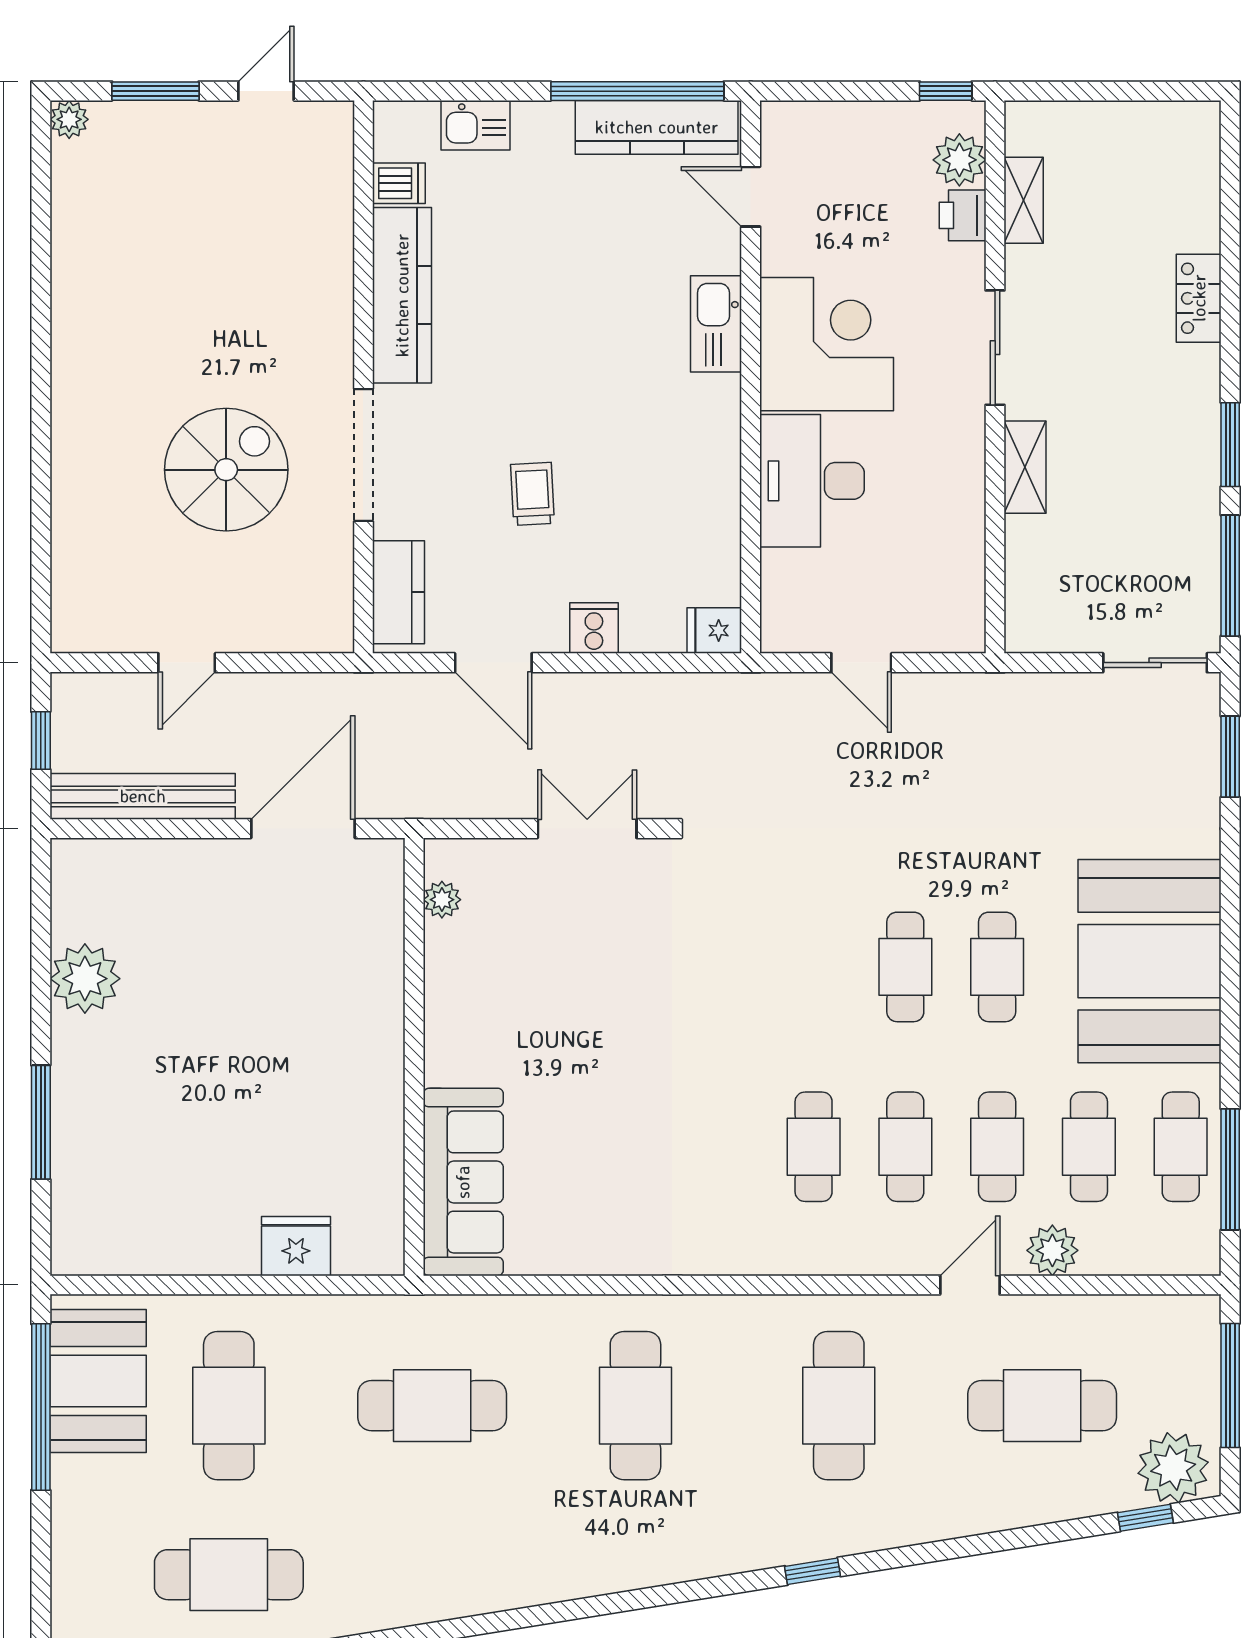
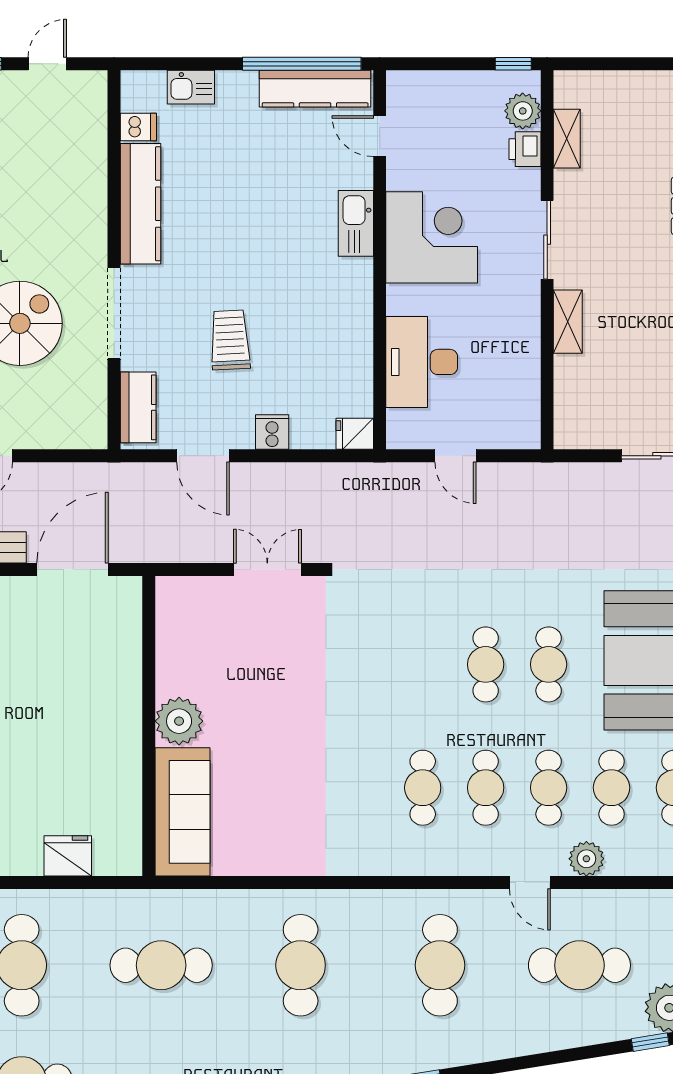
desk: (812, 481) -> (422, 362), moved
trolley: (532, 494) -> (230, 340), width x1.36, depth x1.39
plant: (442, 900) -> (179, 721), moved, width x1.87, depth x1.87
door: (970, 1285) -> (530, 883), swing flipped

